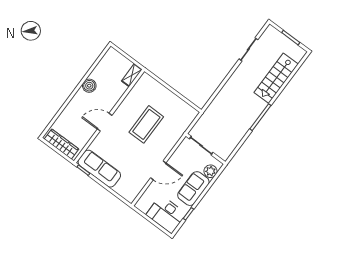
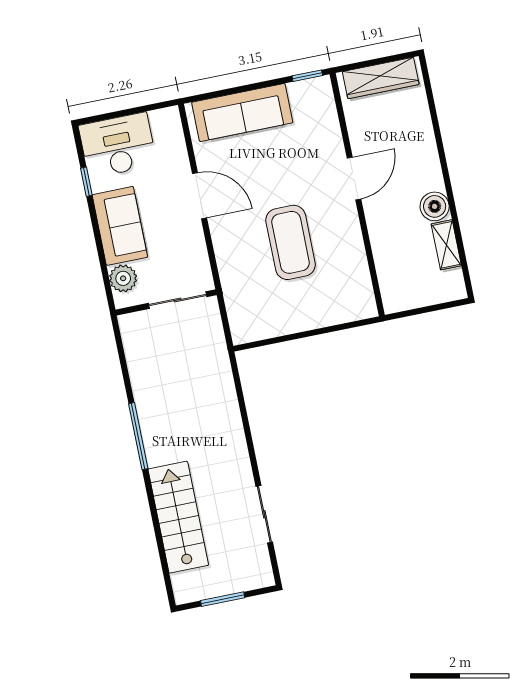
shelving: (132, 75) -> (446, 245), moved
sofa: (99, 169) -> (242, 113), moved
door: (158, 170) -> (200, 196), swing flipped

